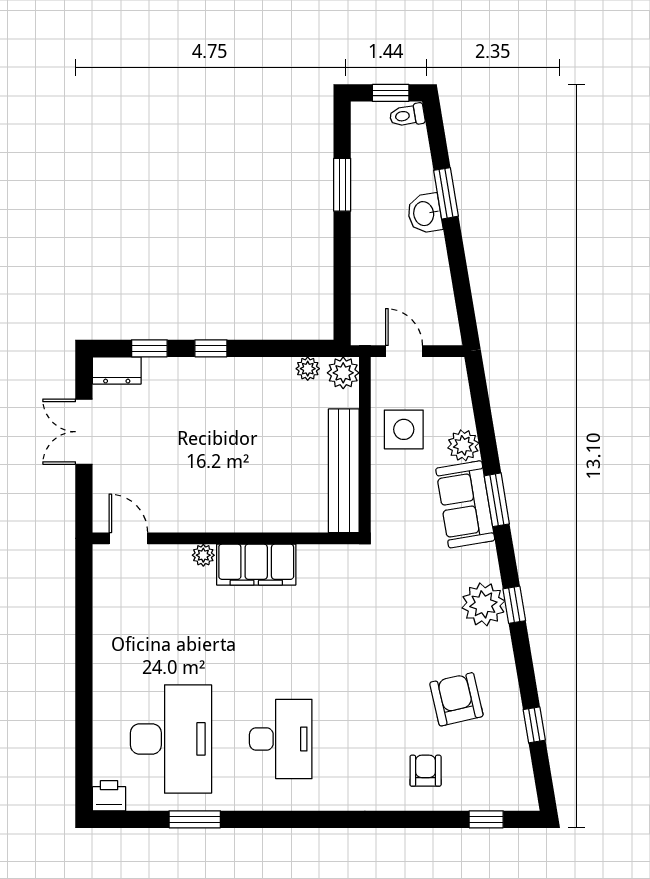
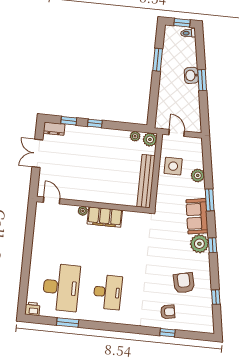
window: (446, 193) -> (202, 80), moved
sofa: (465, 504) -> (197, 216), moved
armchair: (426, 771) -> (168, 312), turned 80
window: (486, 819) -> (168, 333), moved

